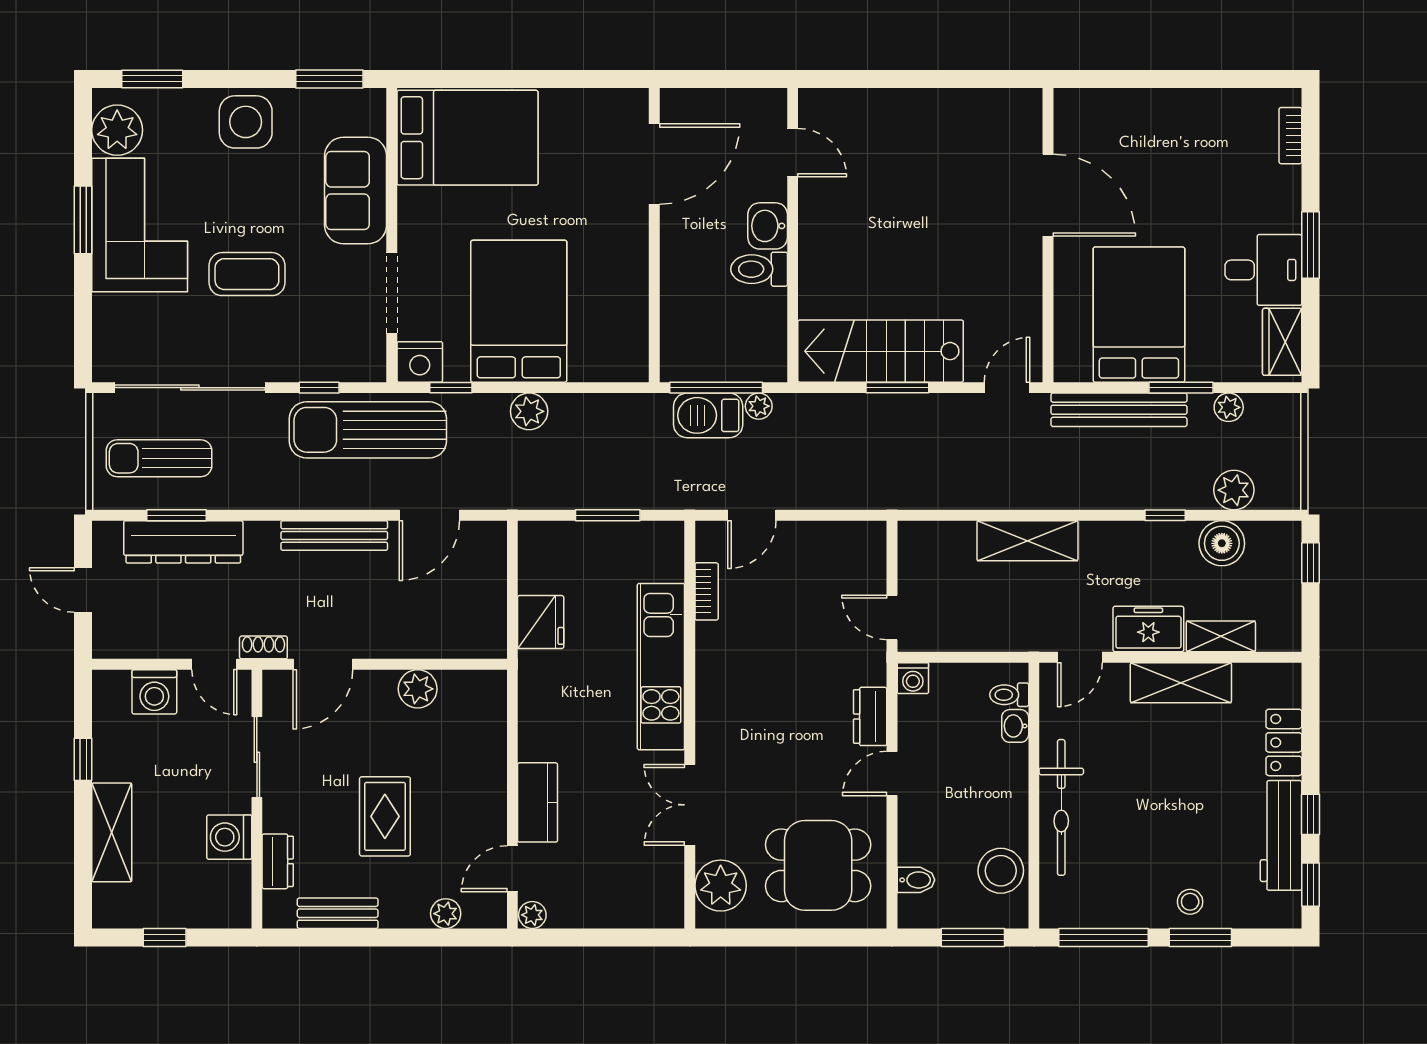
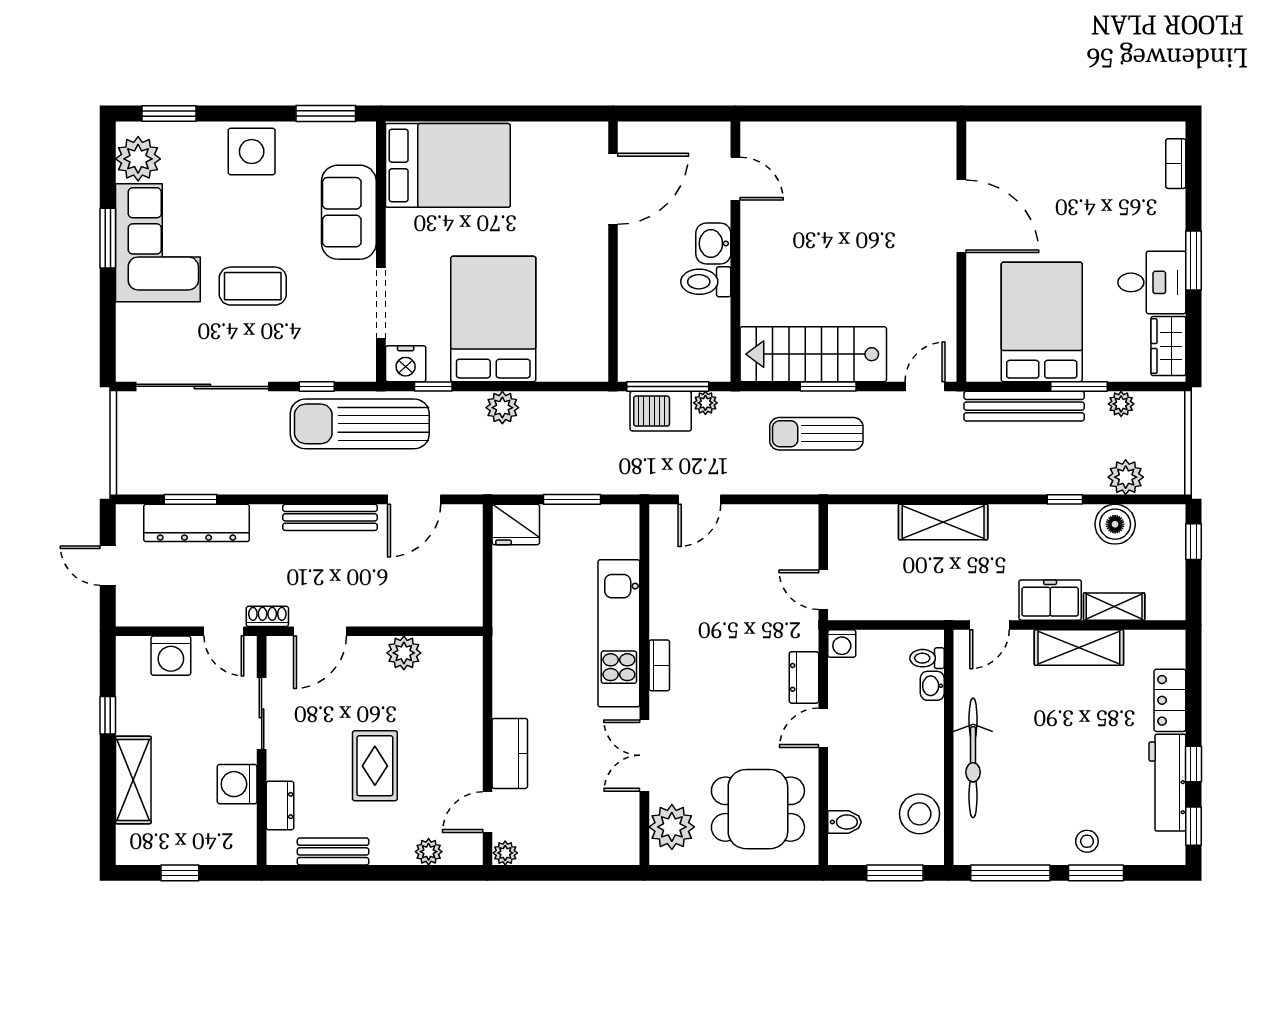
sun lounger: (159, 458) -> (816, 434), moved
bookcase: (707, 591) -> (659, 665), moved
fridge: (541, 622) -> (516, 524), moved, turned 90

